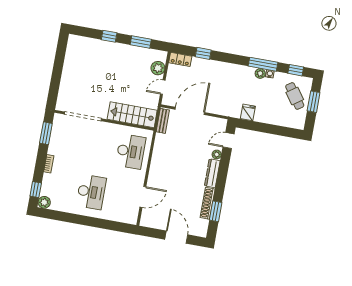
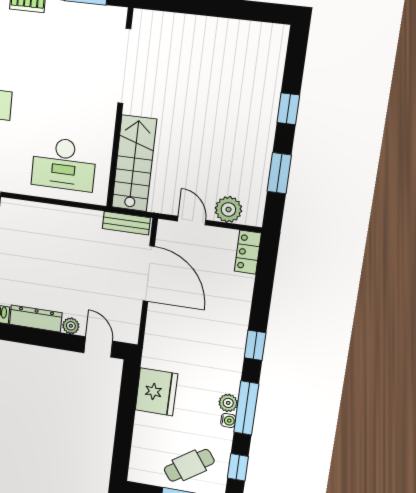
window: (203, 53) -> (255, 345), moved
fridge: (248, 112) -> (156, 392), width x1.88, depth x1.34

